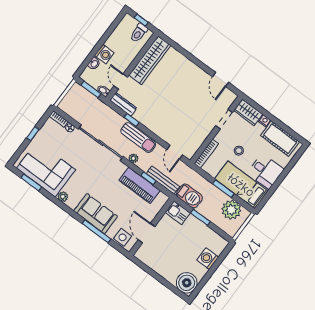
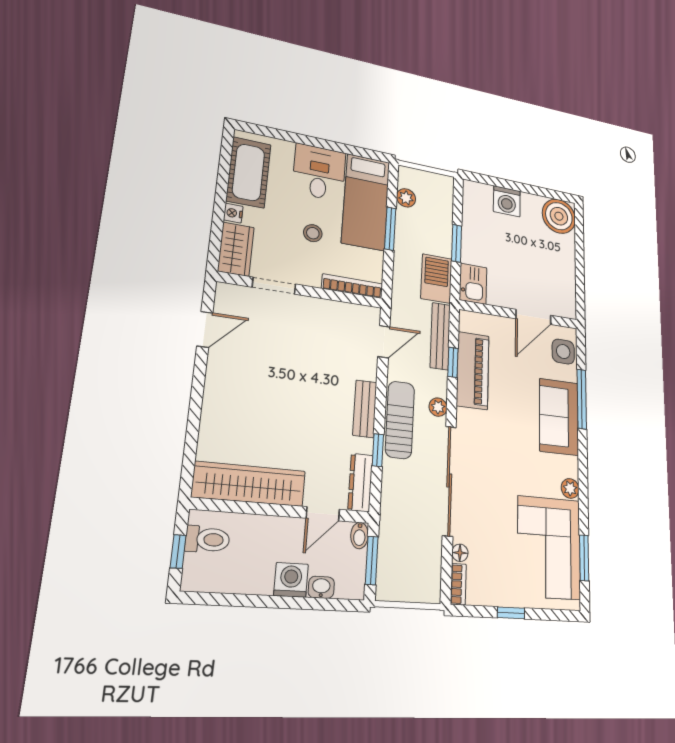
bench: (152, 125) -> (365, 409), added
plant: (231, 210) -> (406, 198), width x0.53, depth x0.53

